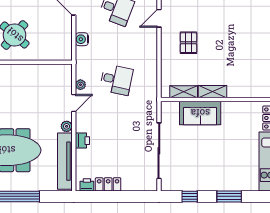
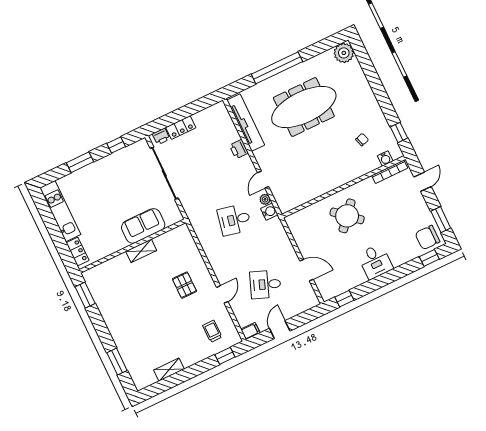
water cooler: (82, 39) -> (269, 212), moved
shelving: (184, 92) -> (168, 238), removed
plant: (67, 126) -> (259, 155), removed
locker: (108, 184) -> (181, 128), moved
printer: (87, 185) -> (161, 136), moved

